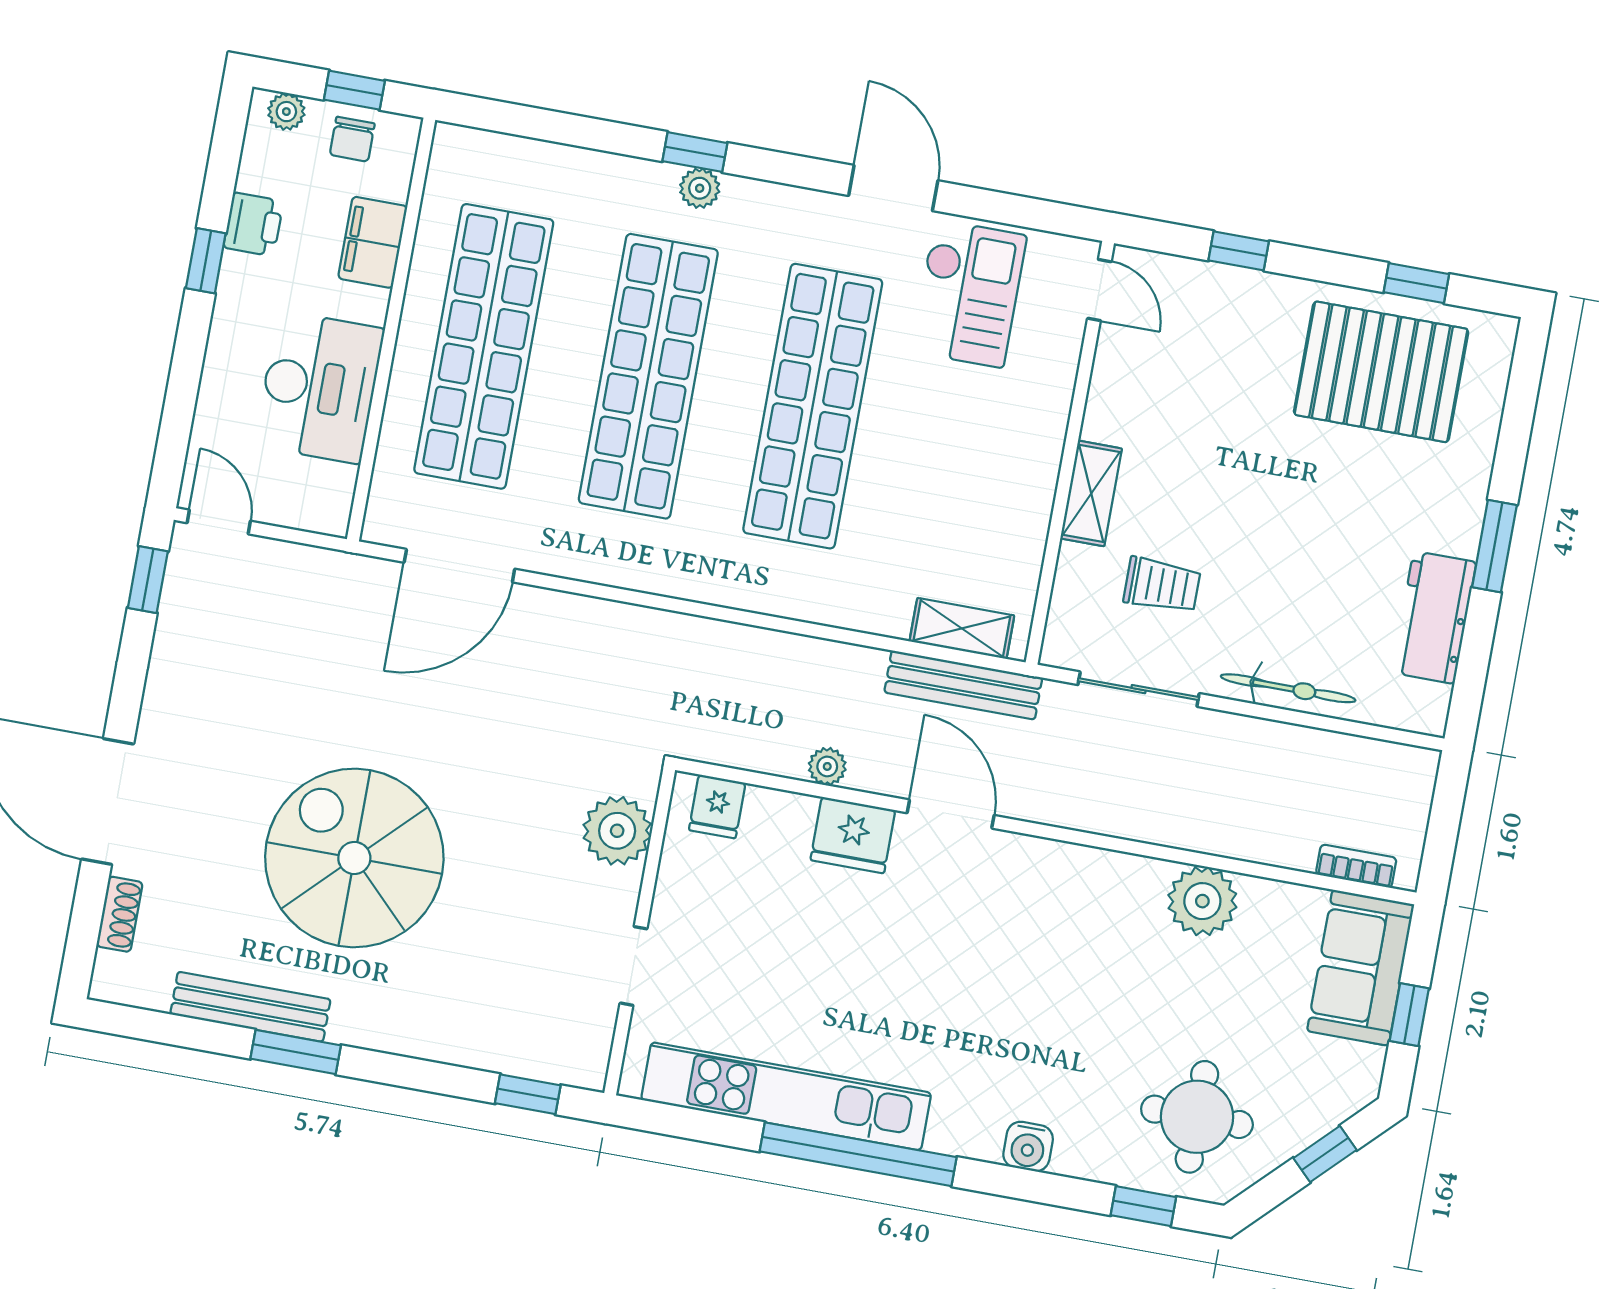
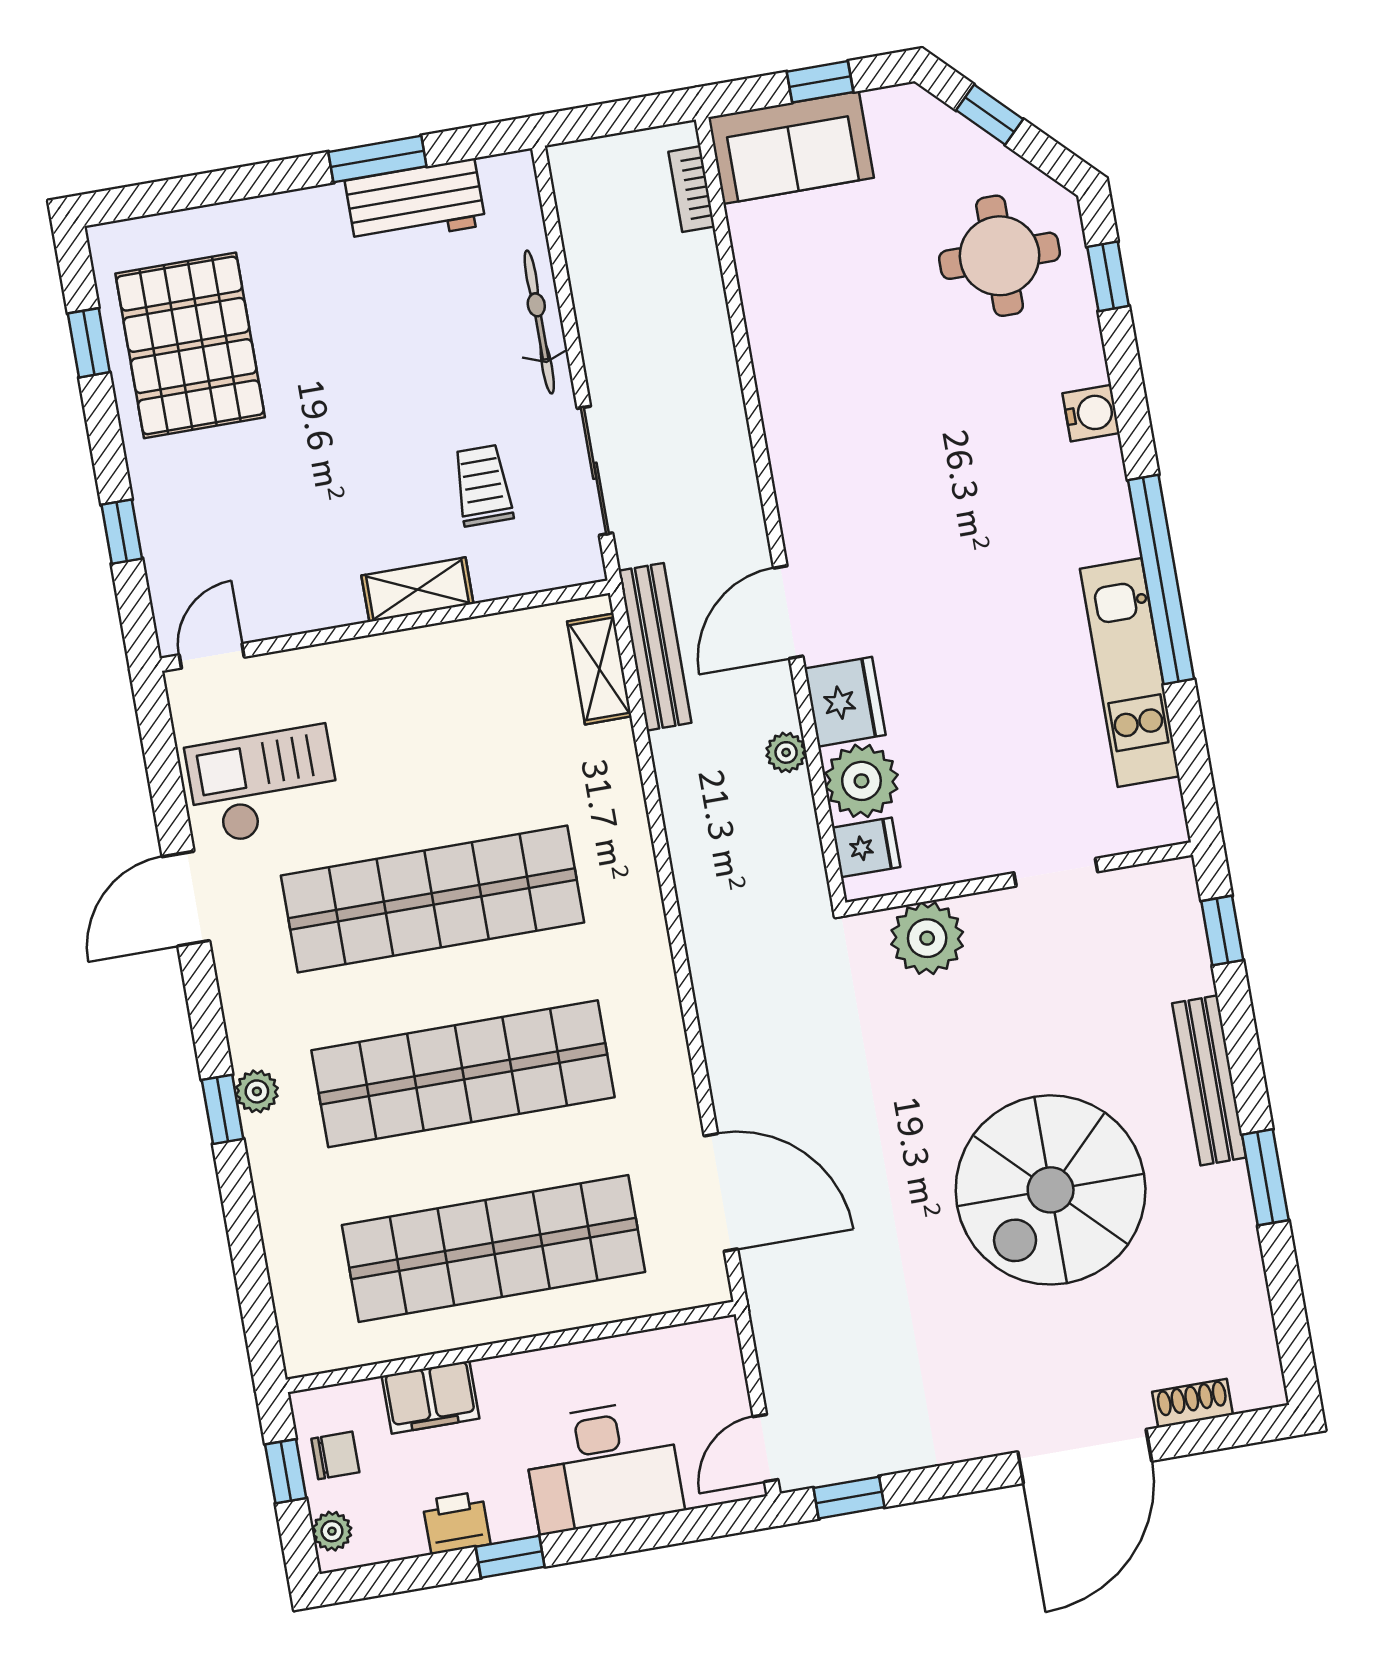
desk: (319, 387) -> (603, 1466), moved, turned 180
window: (1494, 546) -> (377, 159), moved
plant: (1202, 901) -> (861, 781), moved
bench: (250, 1007) -> (1209, 1080), moved
kitchen unit: (786, 1096) -> (1130, 673), width x0.73

